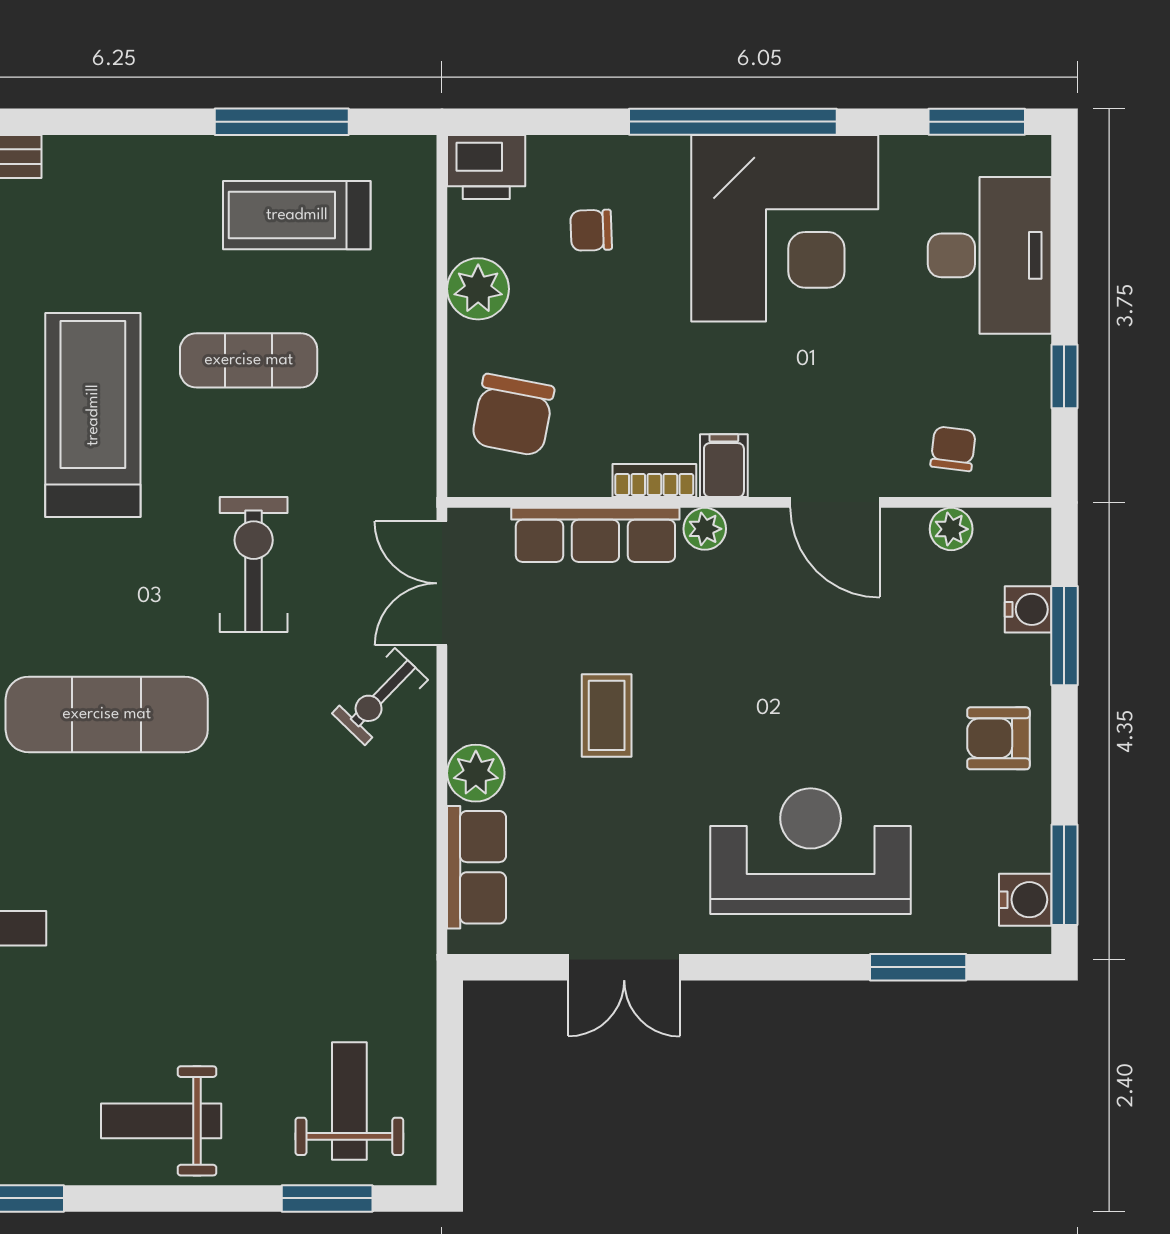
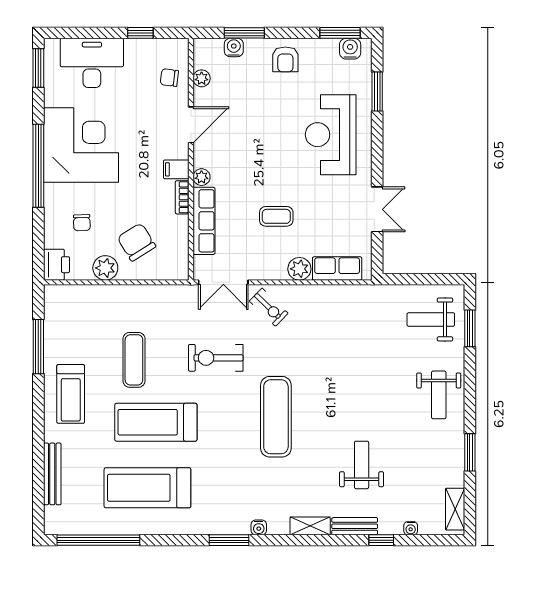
treadmill: (297, 215) -> (71, 394), moved
chair: (513, 415) -> (136, 242), moved, turned -133

